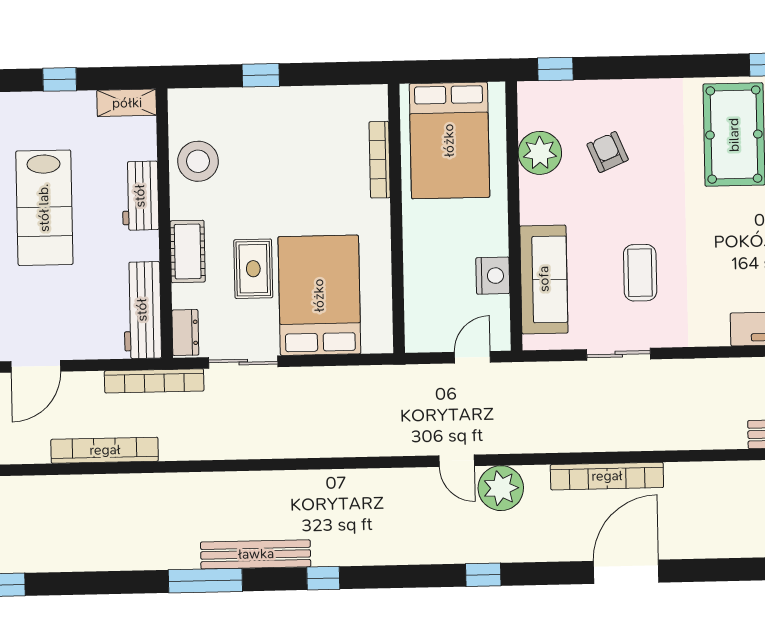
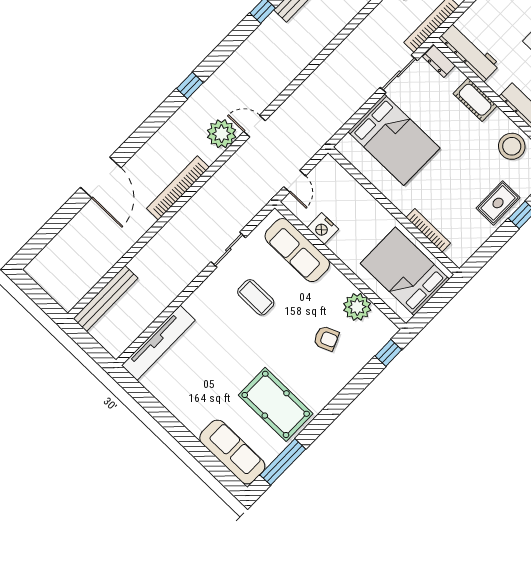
rug: (253, 269) -> (498, 203), moved, turned 90
door: (626, 572) -> (101, 178), moved

